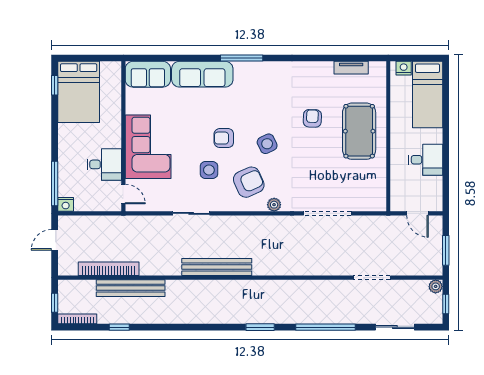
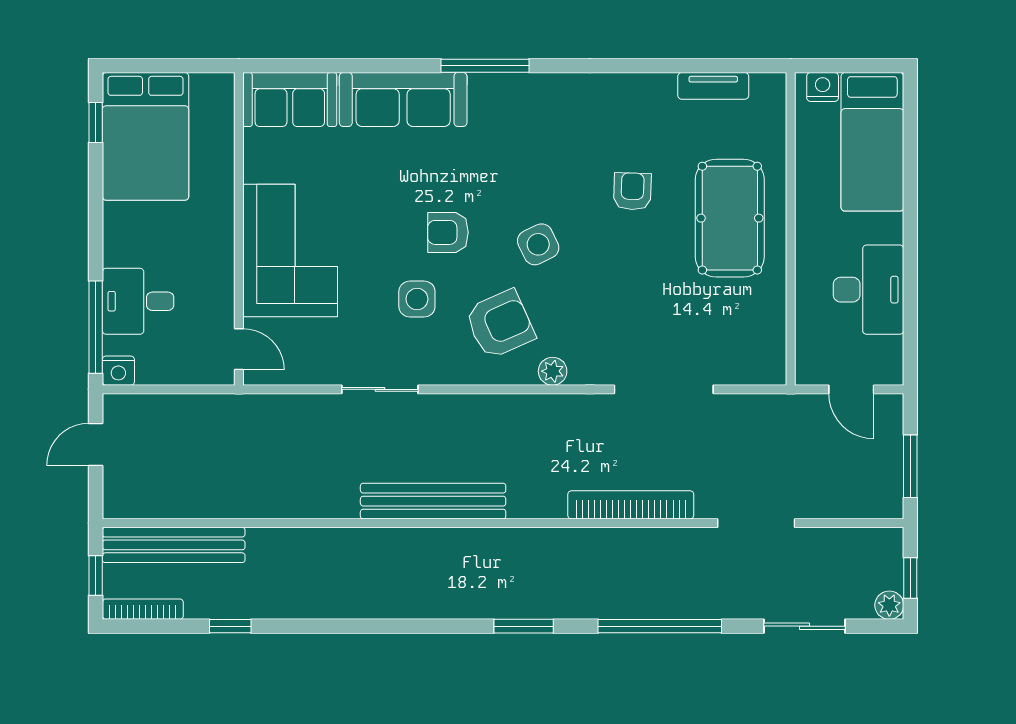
desk: (426, 160) -> (868, 290), width x1.37
desk: (104, 164) -> (138, 301), moved, turned 180
bookcase: (109, 269) -> (631, 505), moved
plant: (436, 286) -> (889, 605), moved
bench: (131, 288) -> (174, 545), moved

